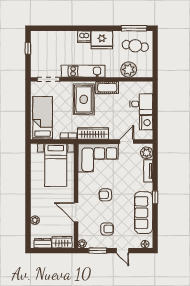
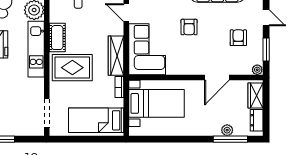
kitchen unit: (83, 71) -> (36, 49), moved
armchair: (105, 195) -> (189, 27), moved
window: (28, 223) -> (230, 139), added
door: (122, 251) -> (266, 18), hinge flipped

